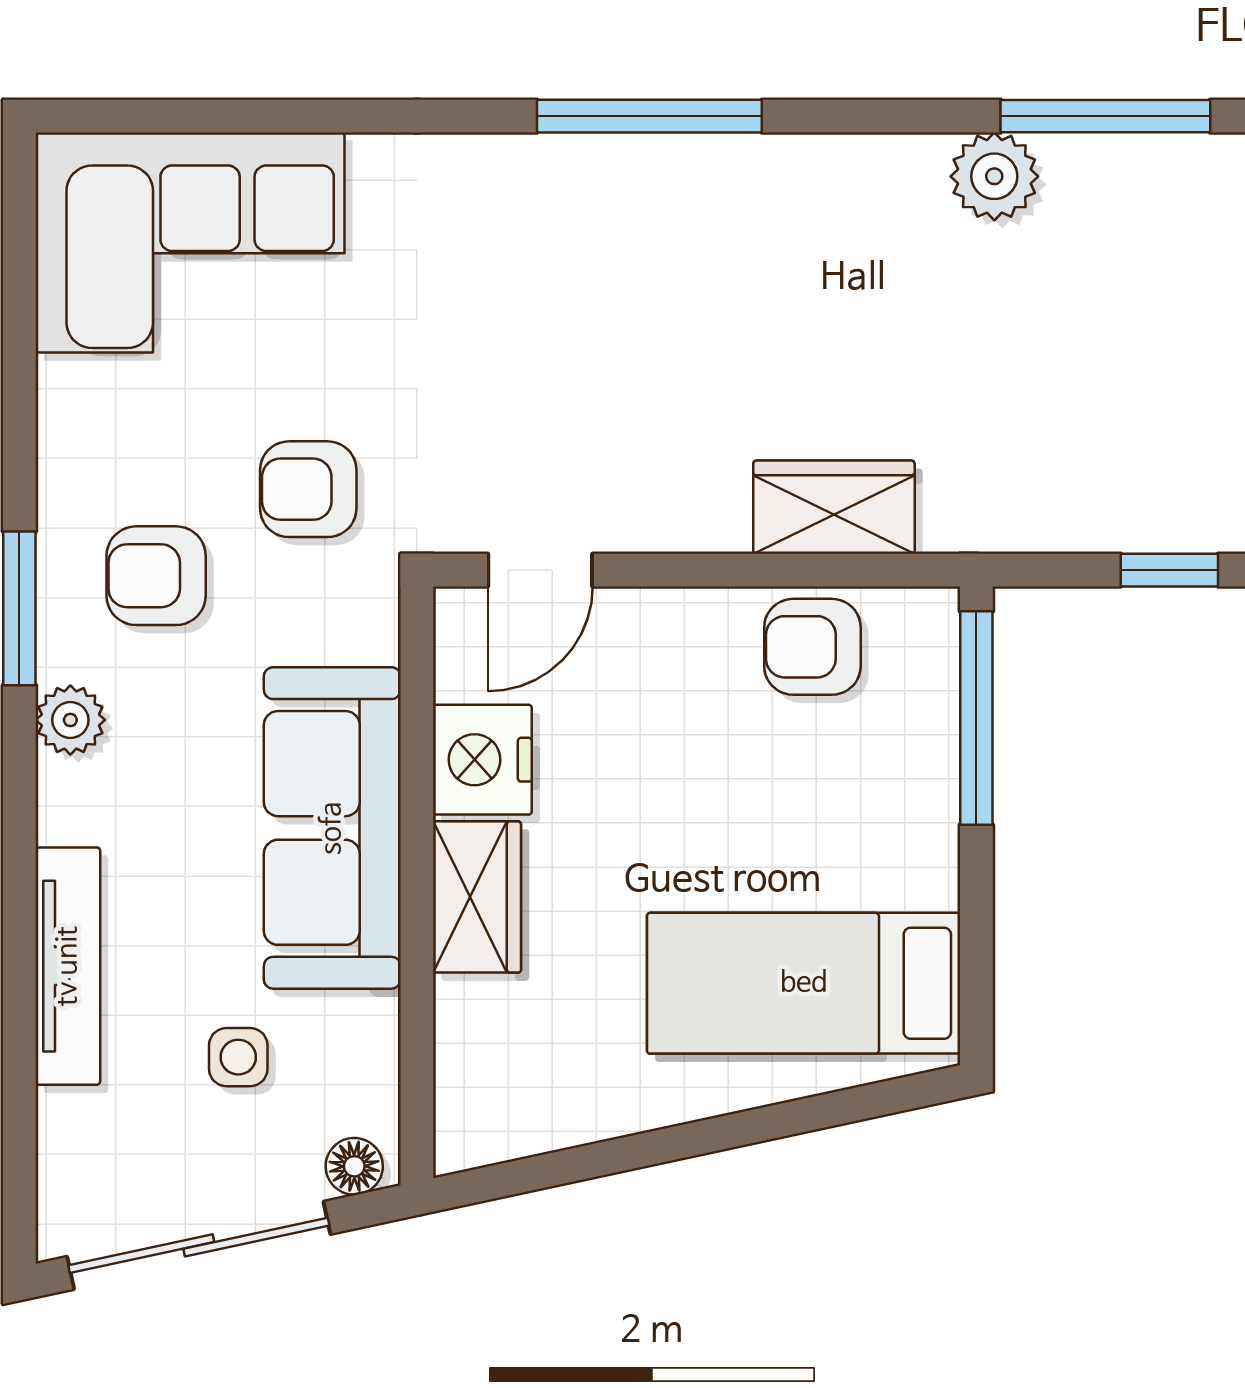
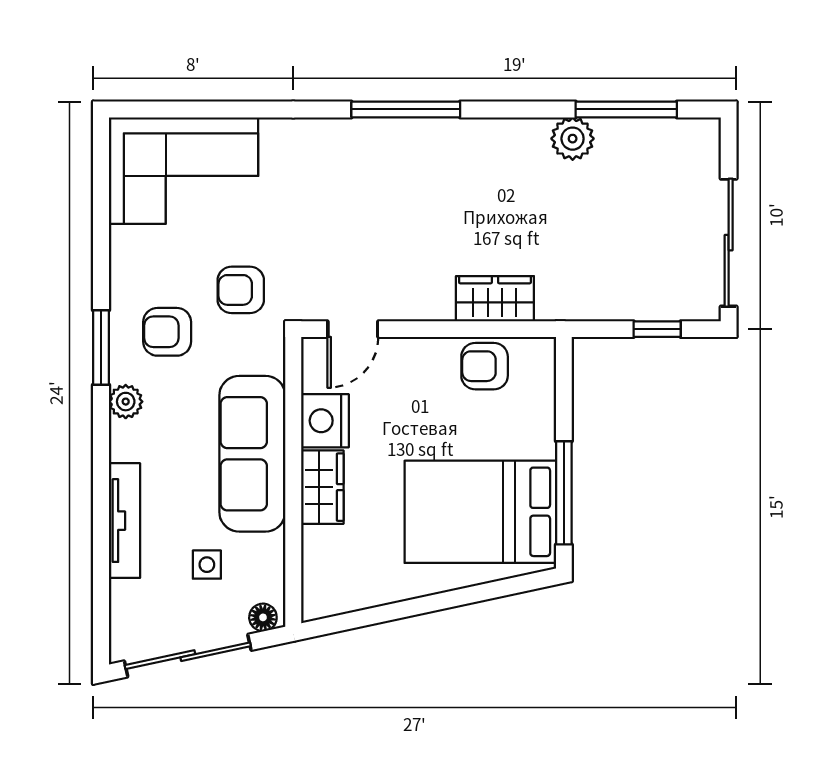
window: (976, 718) -> (564, 493), moved
bed: (804, 983) -> (480, 512), width x1.50

